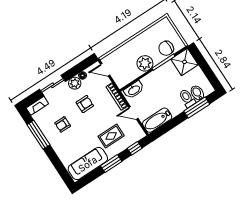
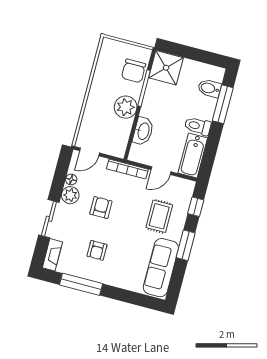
washbasin: (134, 90) -> (143, 131), moved
toilet: (187, 98) -> (198, 126), moved

